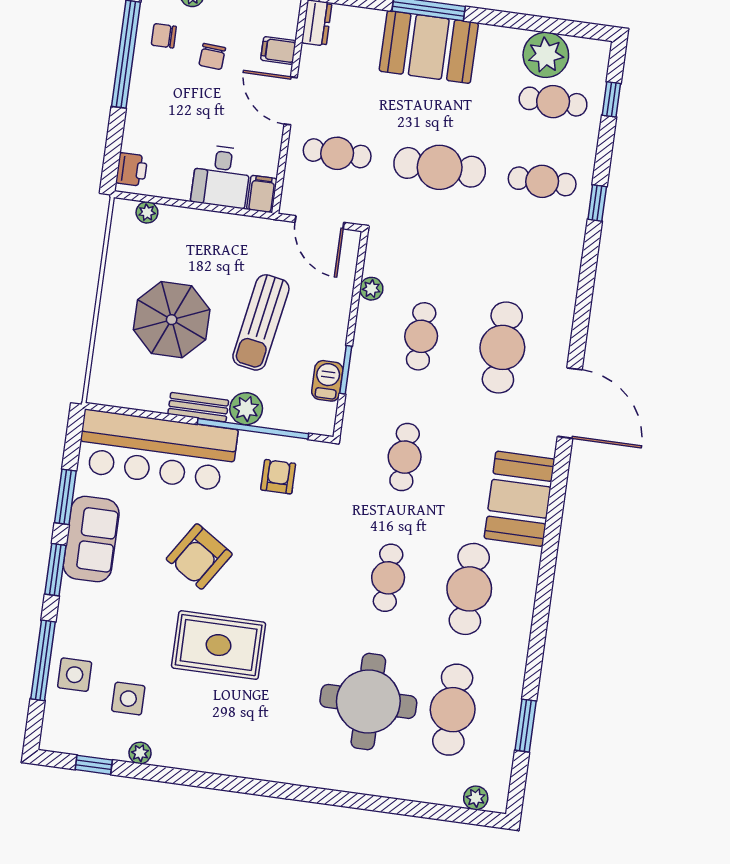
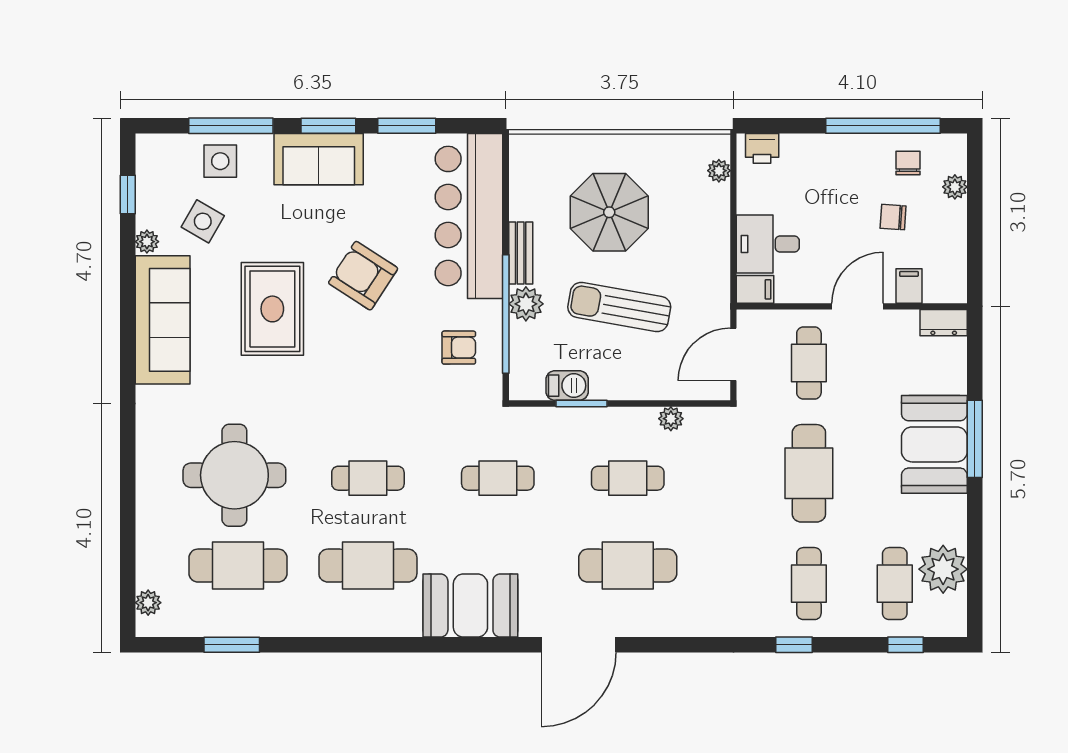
sofa: (91, 539) -> (319, 159), moved
side table: (128, 699) -> (203, 221), turned 30
sofa: (215, 748) -> (163, 320), added

